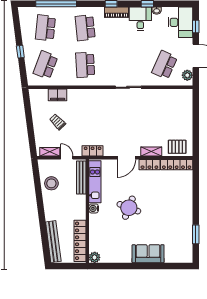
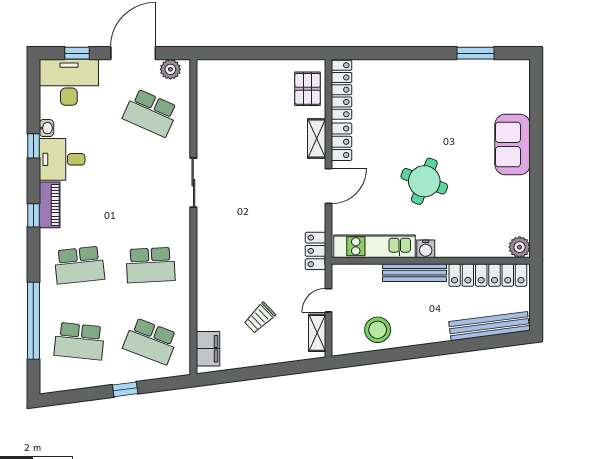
filing cabinet: (58, 95) -> (208, 349), moved
door: (126, 158) -> (328, 186), hinge flipped
bench: (81, 178) -> (414, 273), moved

